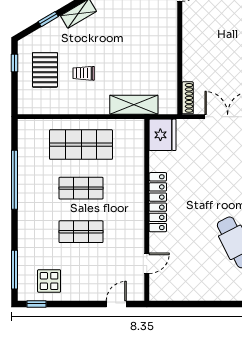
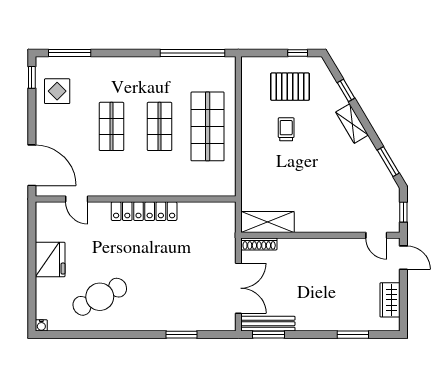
shelving: (134, 105) -> (267, 222), moved, turned 90
fridge: (163, 135) -> (50, 259), moved, turned -90
window: (14, 180) -> (193, 53), moved
door: (116, 304) -> (32, 165), width x1.88

